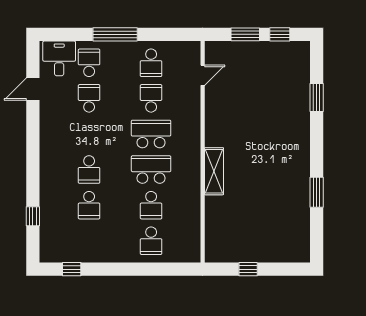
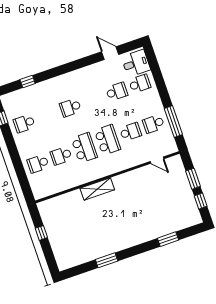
window: (115, 34) -> (173, 121), moved
school desk: (89, 205) -> (24, 123), moved

